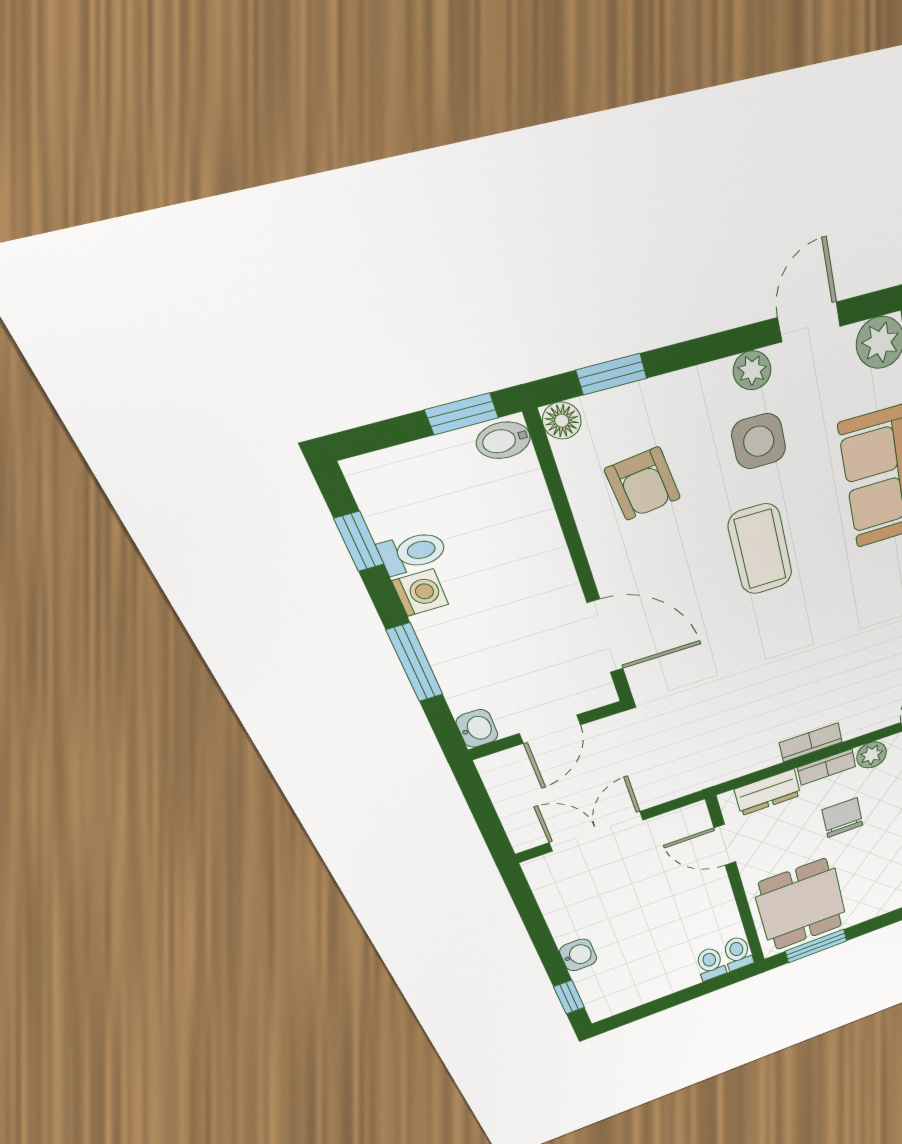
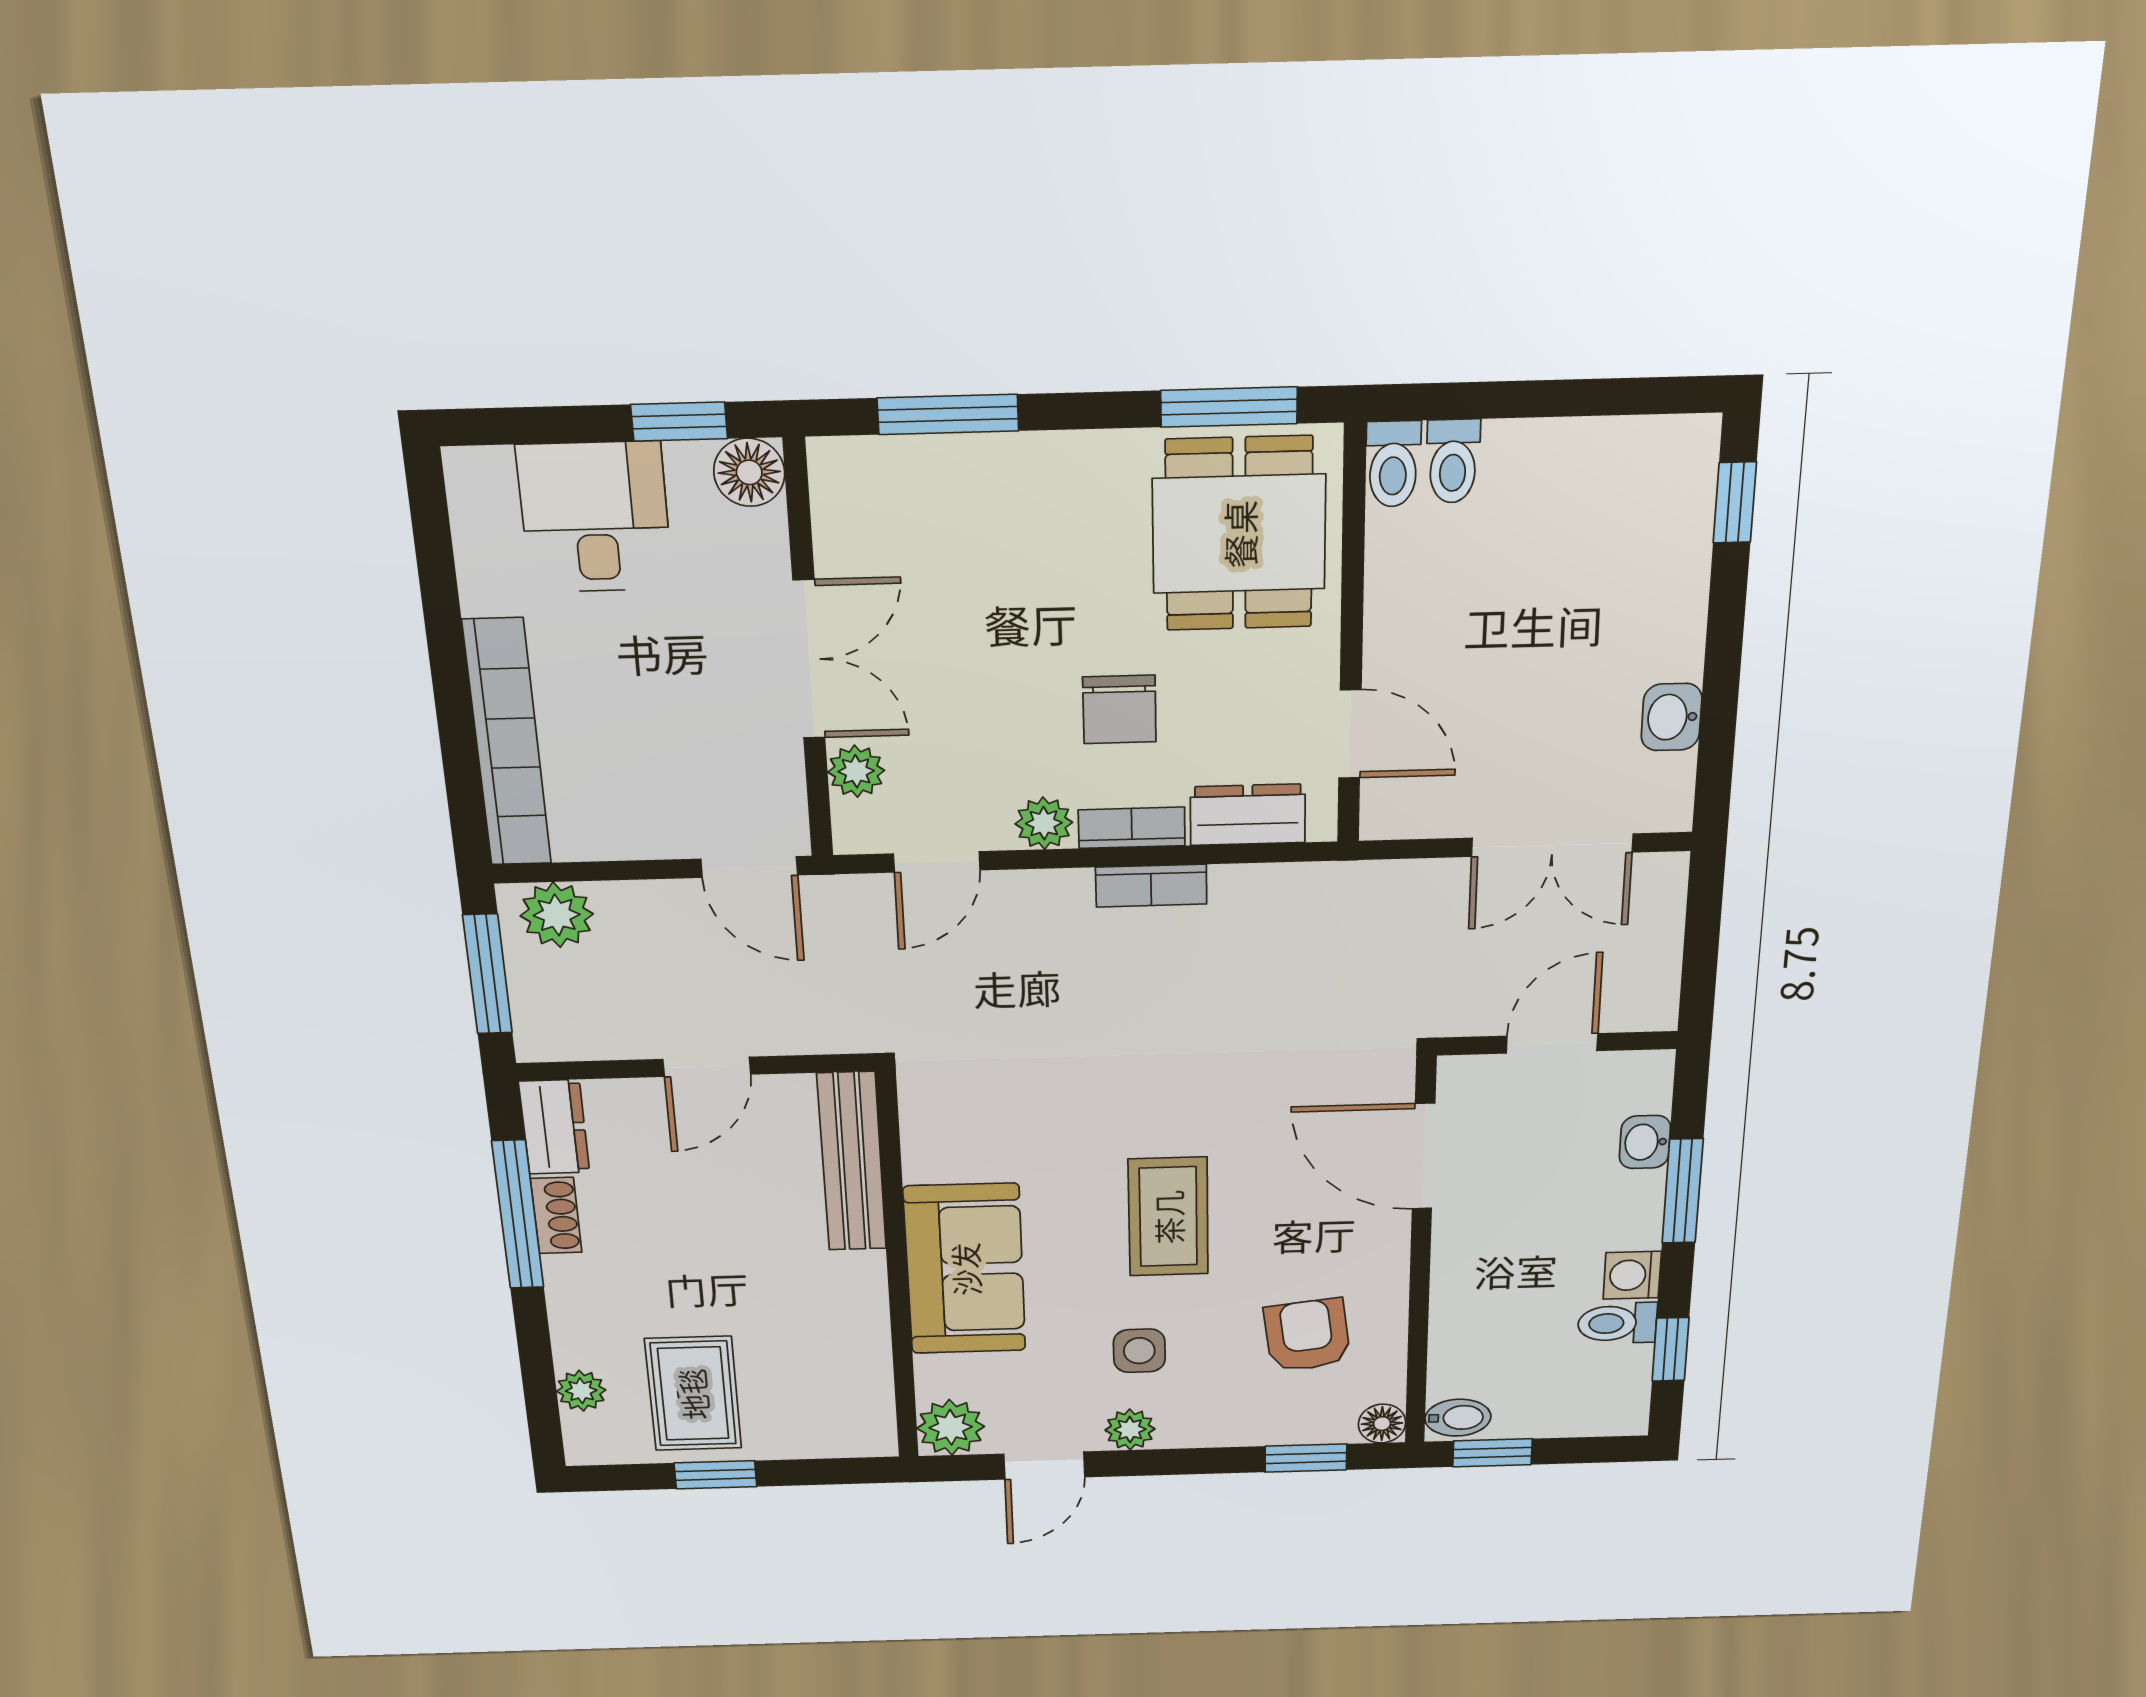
side table: (759, 441) -> (1139, 1351), width x0.73, depth x0.73
washbasin: (477, 728) -> (1645, 1142), moved
washbasin: (578, 955) -> (1671, 717), moved

